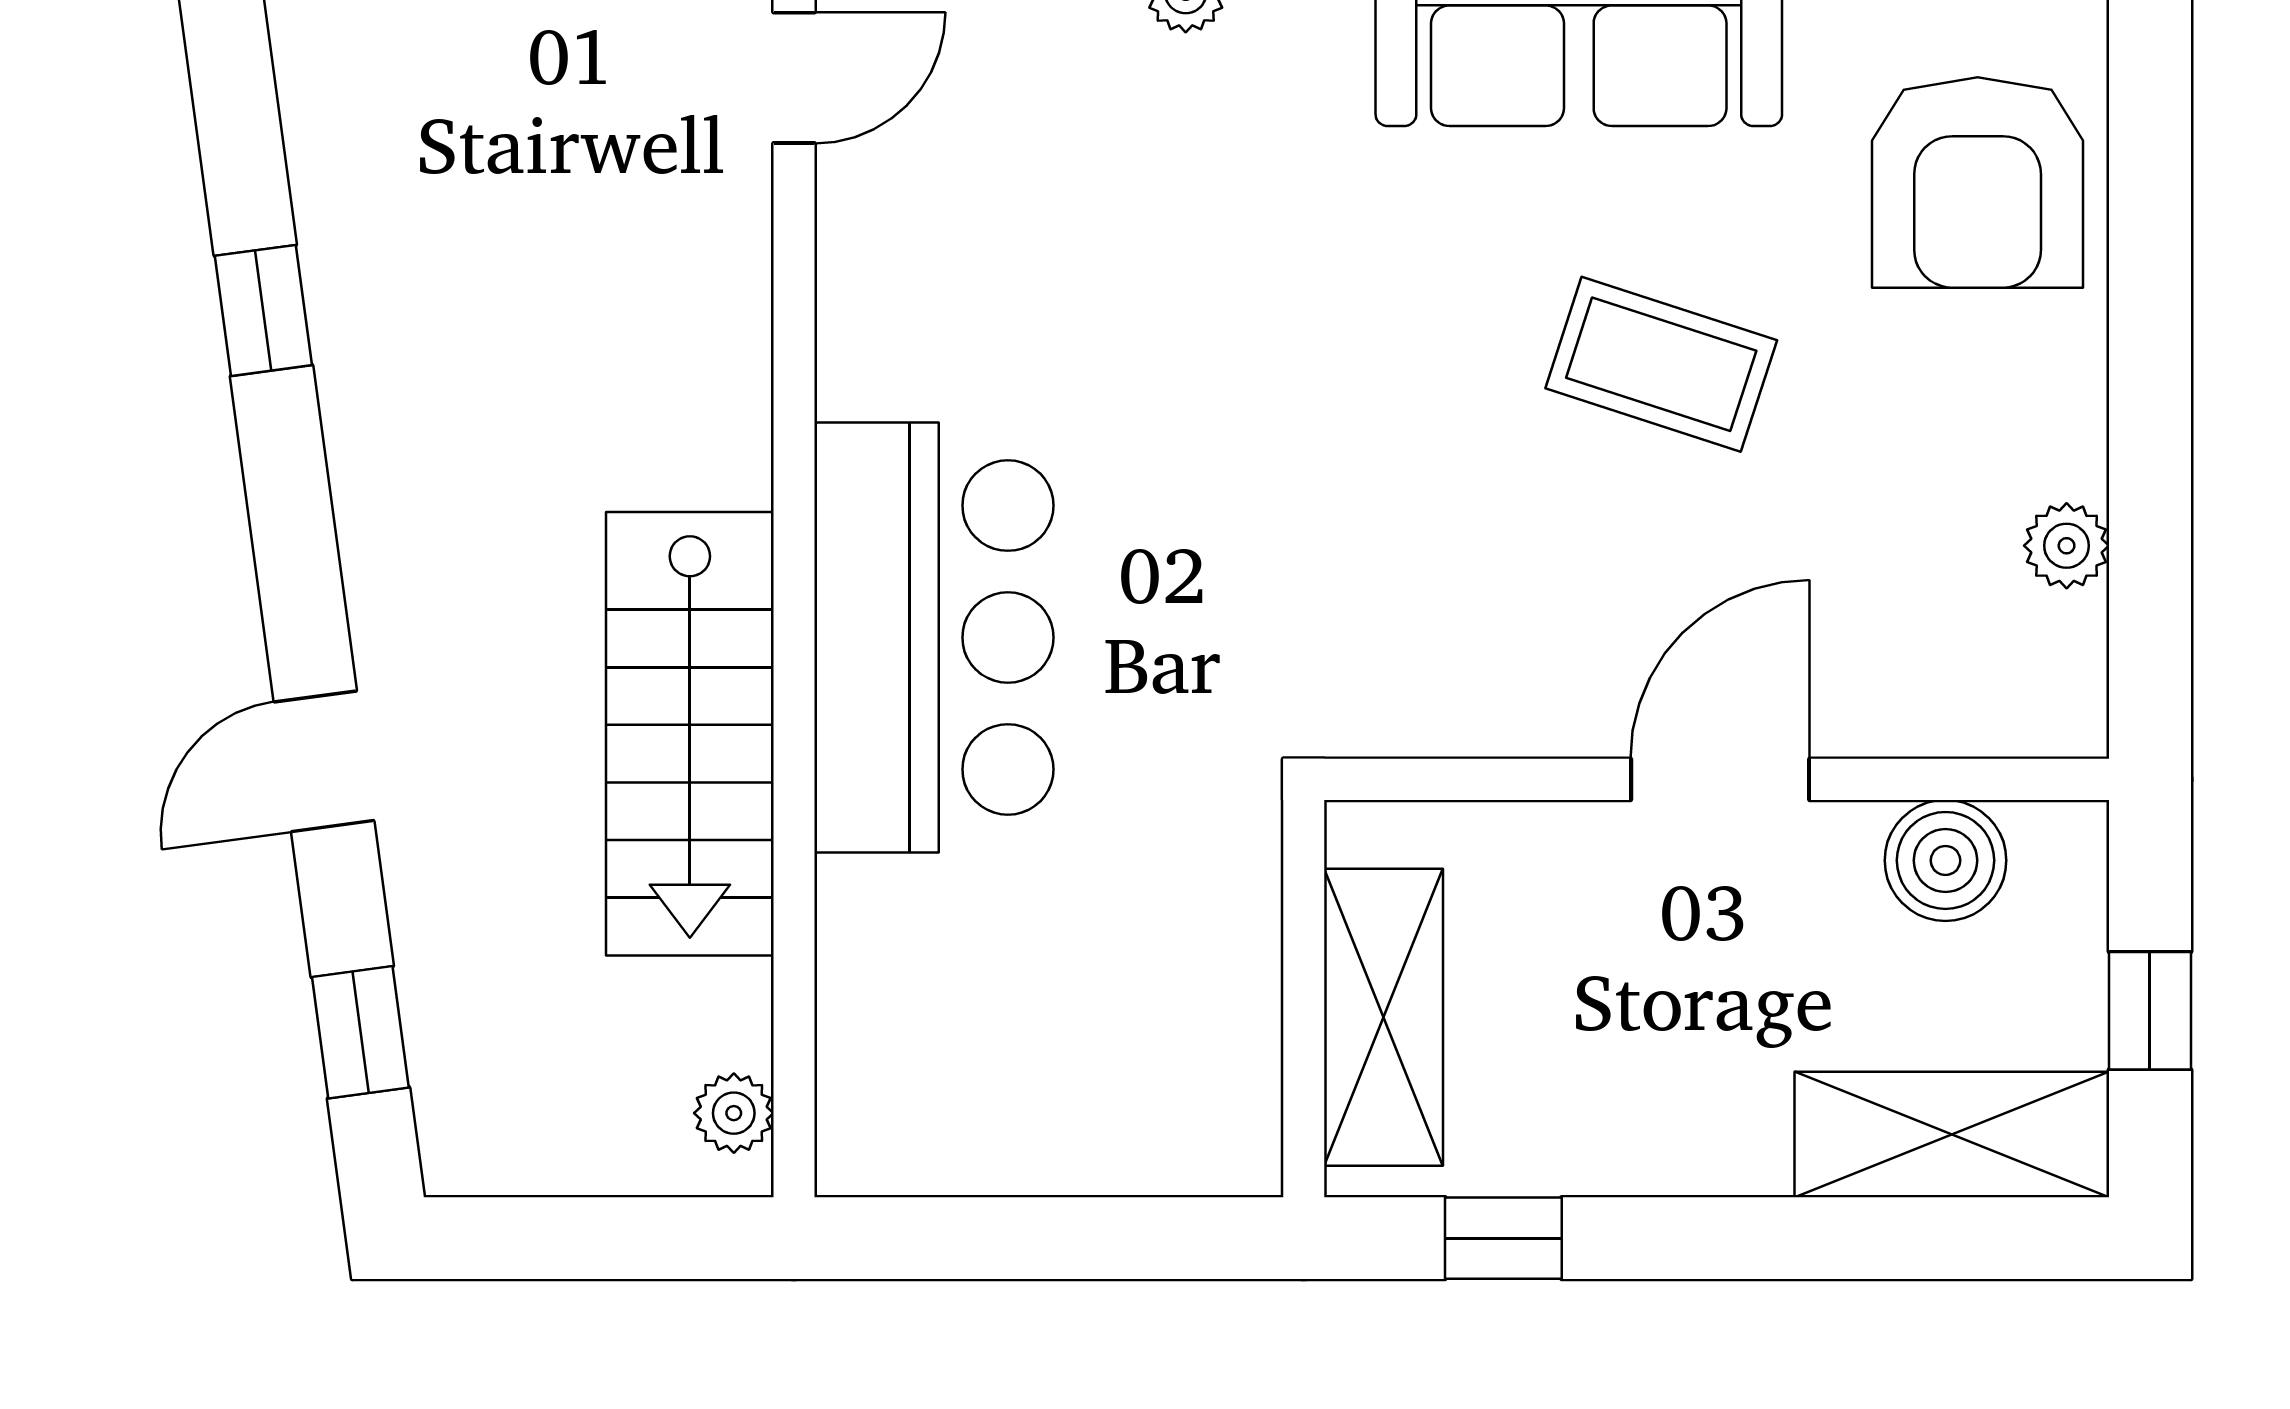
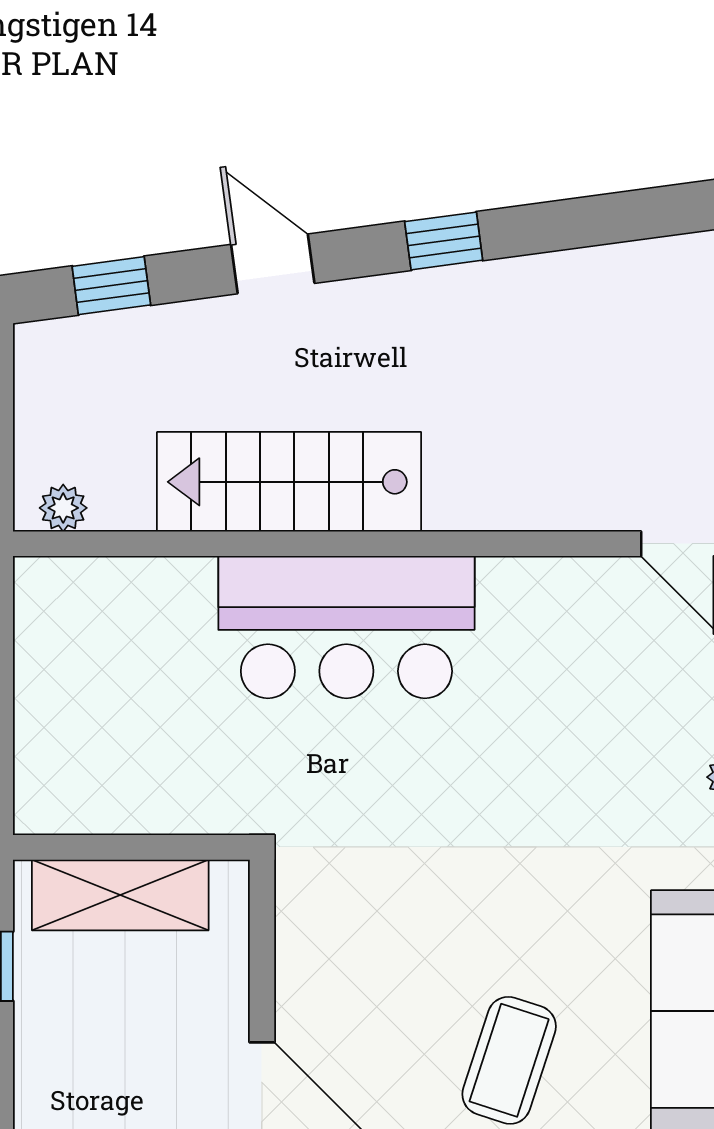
window: (263, 310) -> (444, 241), moved

